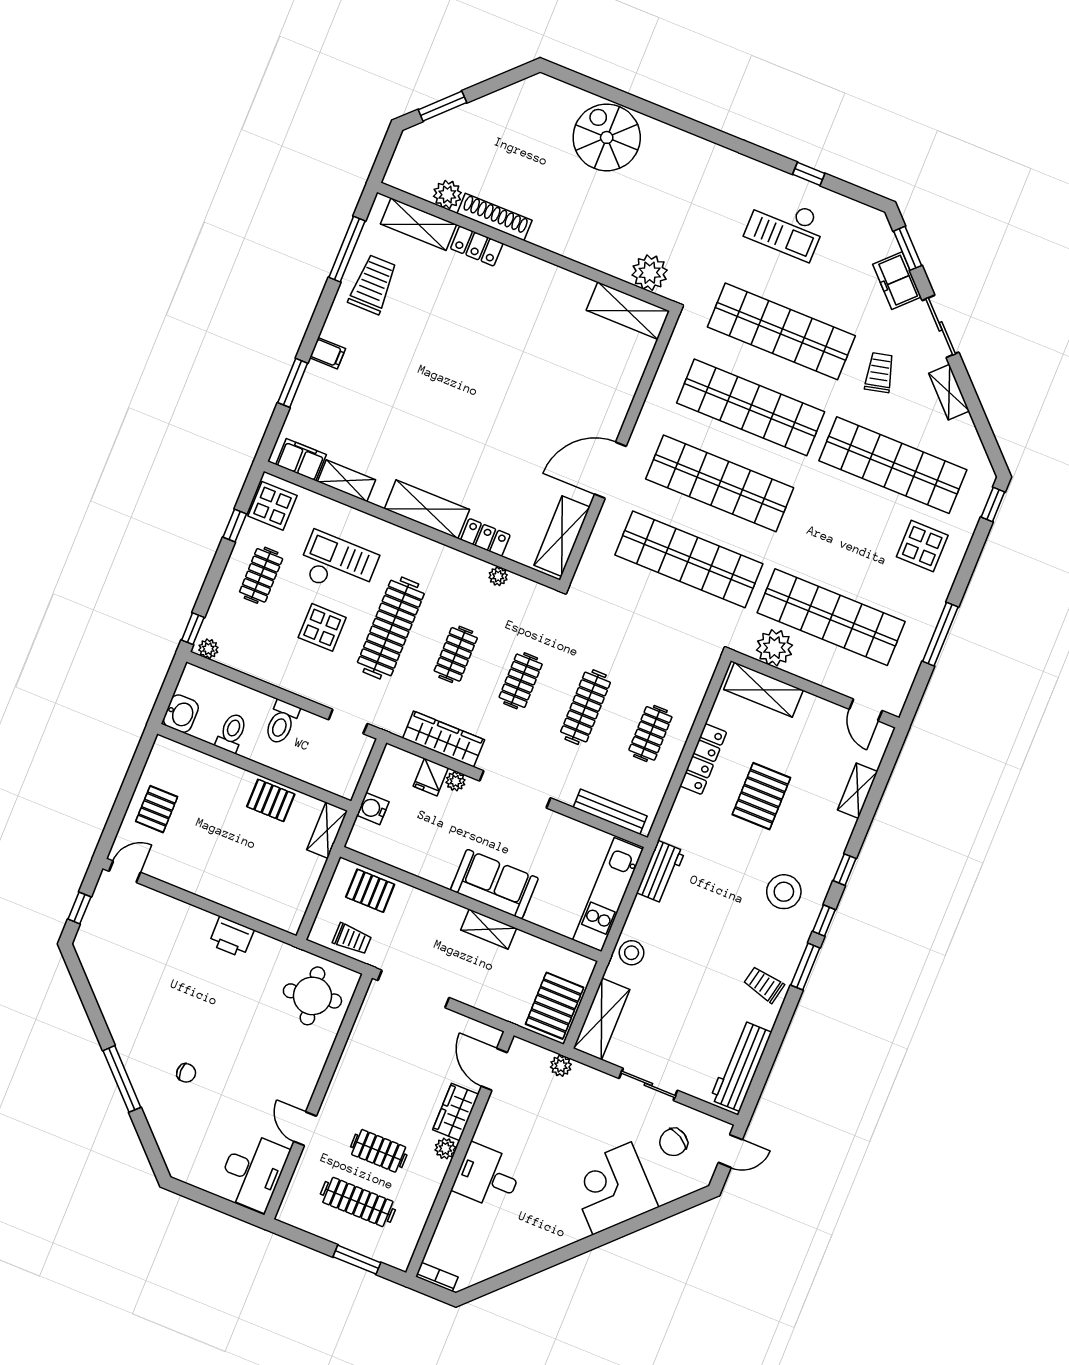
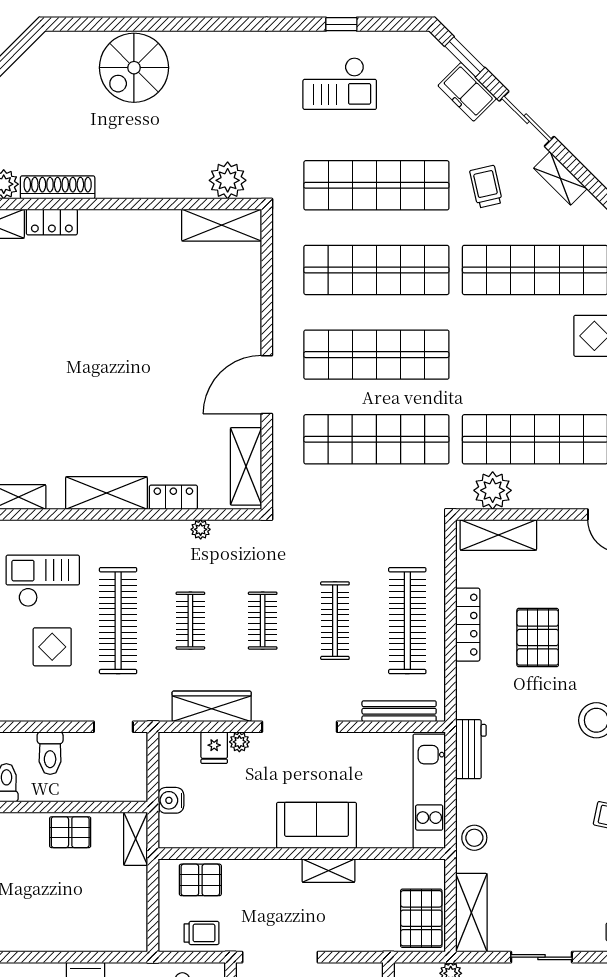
spiral stairs: (607, 137) -> (134, 68), turned -90
clothes rail: (650, 733) -> (407, 621), width x1.86, depth x1.31

